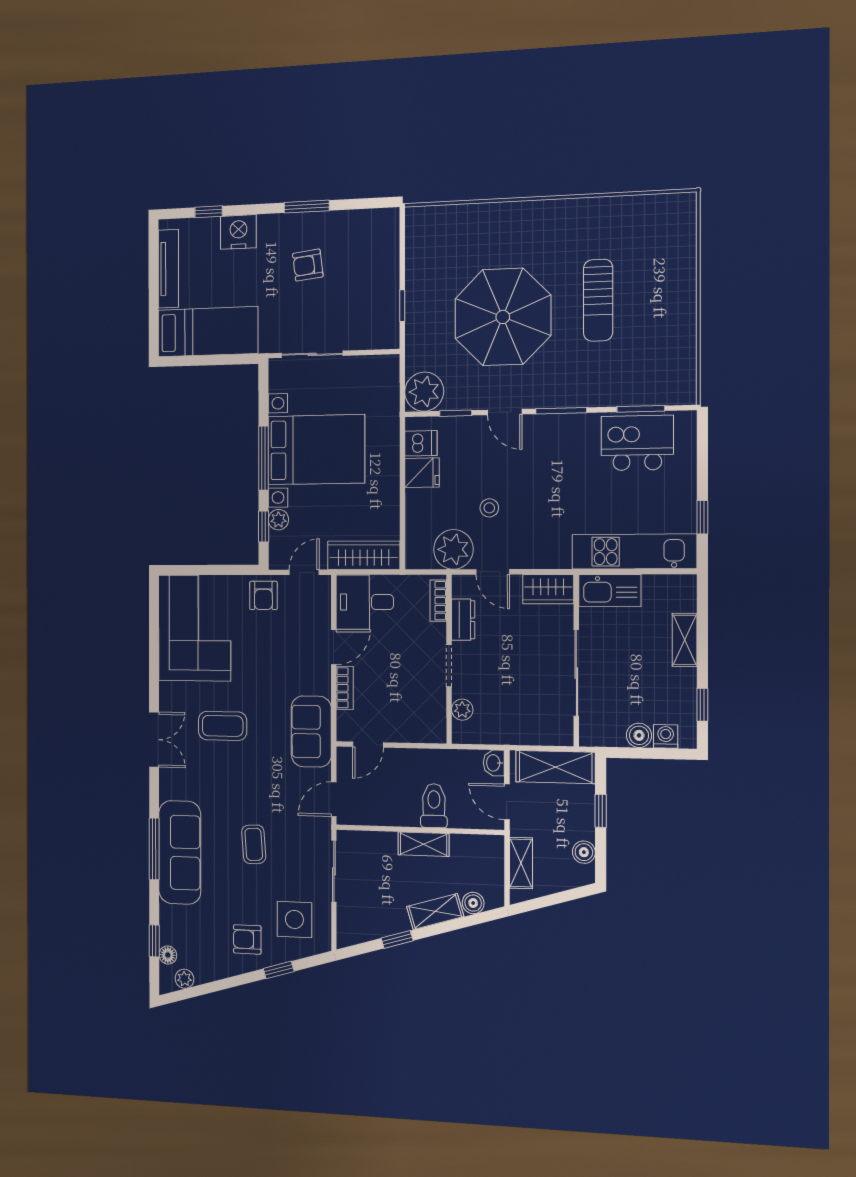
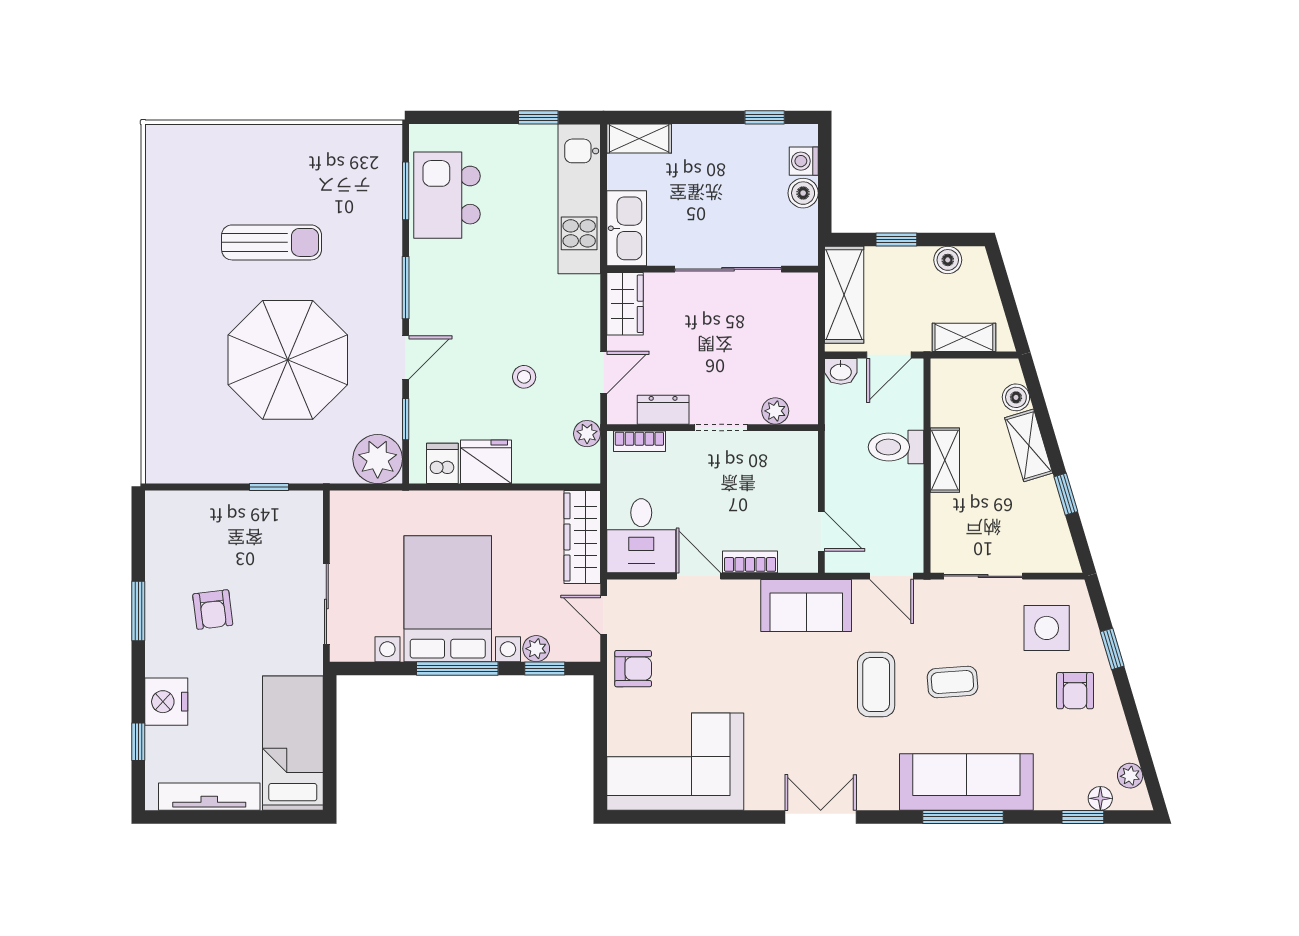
fridge: (422, 473) -> (486, 462), width x1.38
plant: (453, 549) -> (587, 434), width x0.53, depth x0.53
shelving: (685, 640) -> (639, 139), moved
coffee table: (223, 726) -> (876, 685), moved

